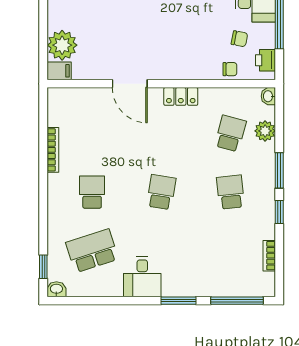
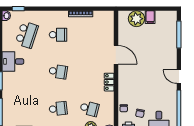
filing cabinet: (59, 71) -> (150, 17), moved
door: (130, 84) -> (116, 55), swing flipped
school desk: (92, 251) -> (27, 35), turned 36

